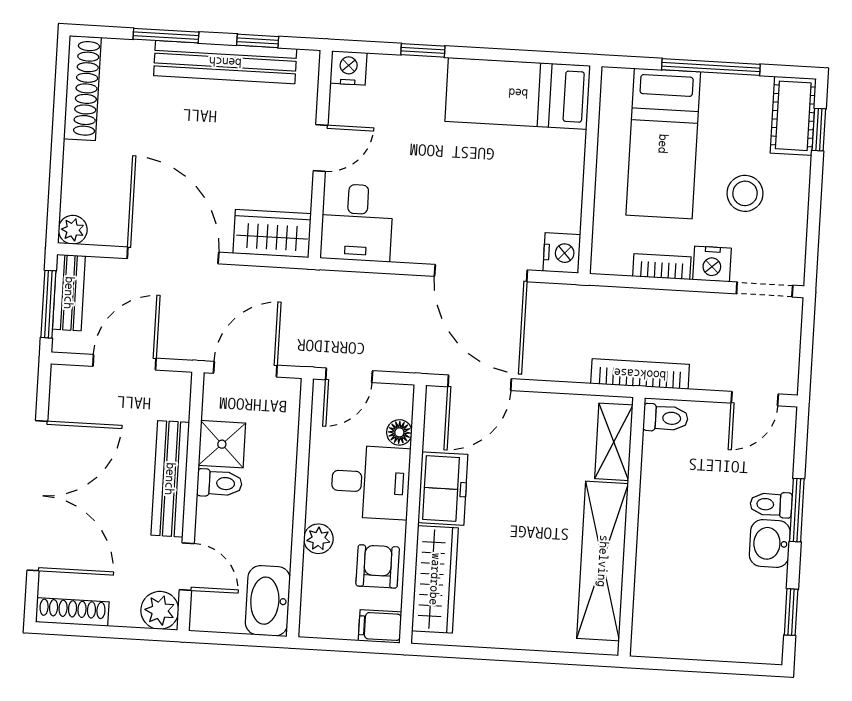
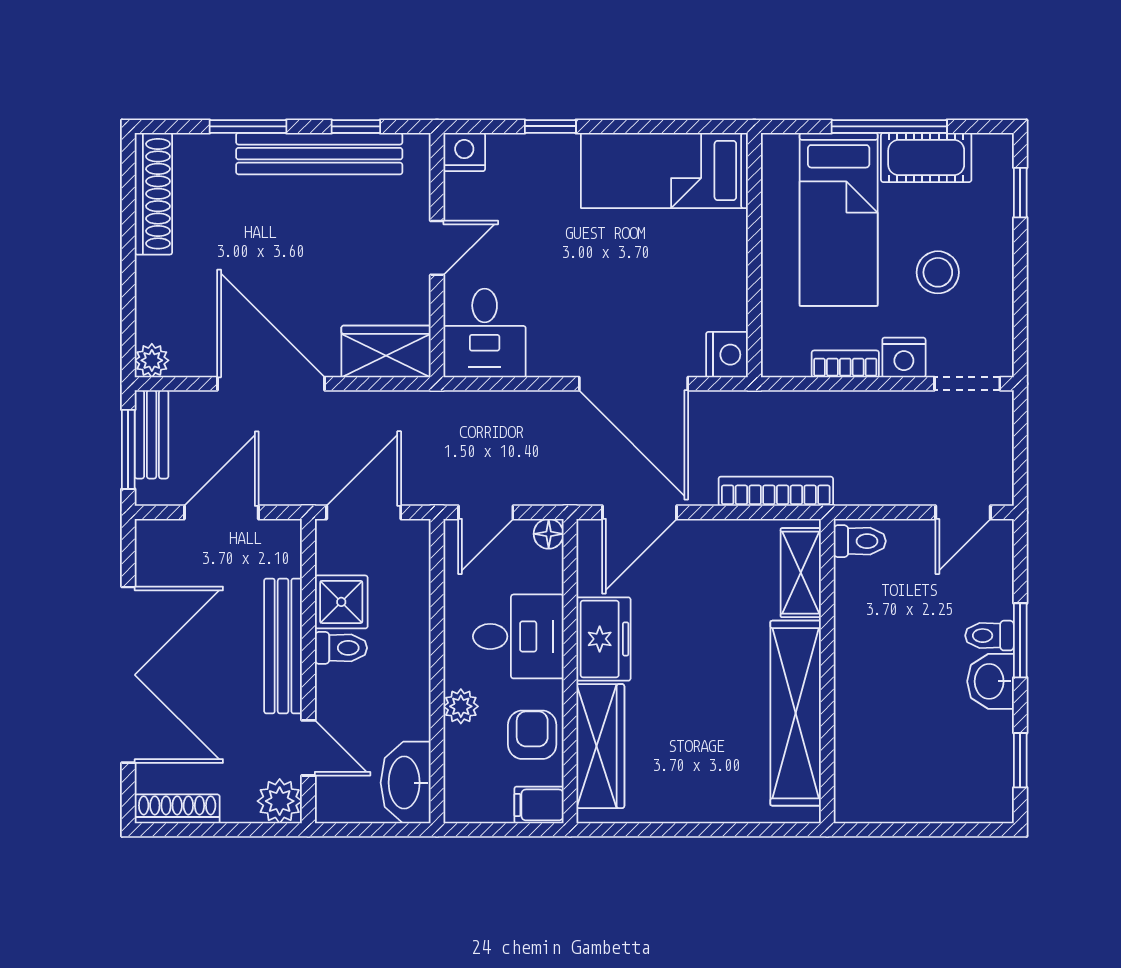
cot: (793, 116) -> (926, 158), moved, turned 90
bookcase: (640, 374) -> (776, 491), moved
floor lamp: (399, 432) -> (549, 534), moved

